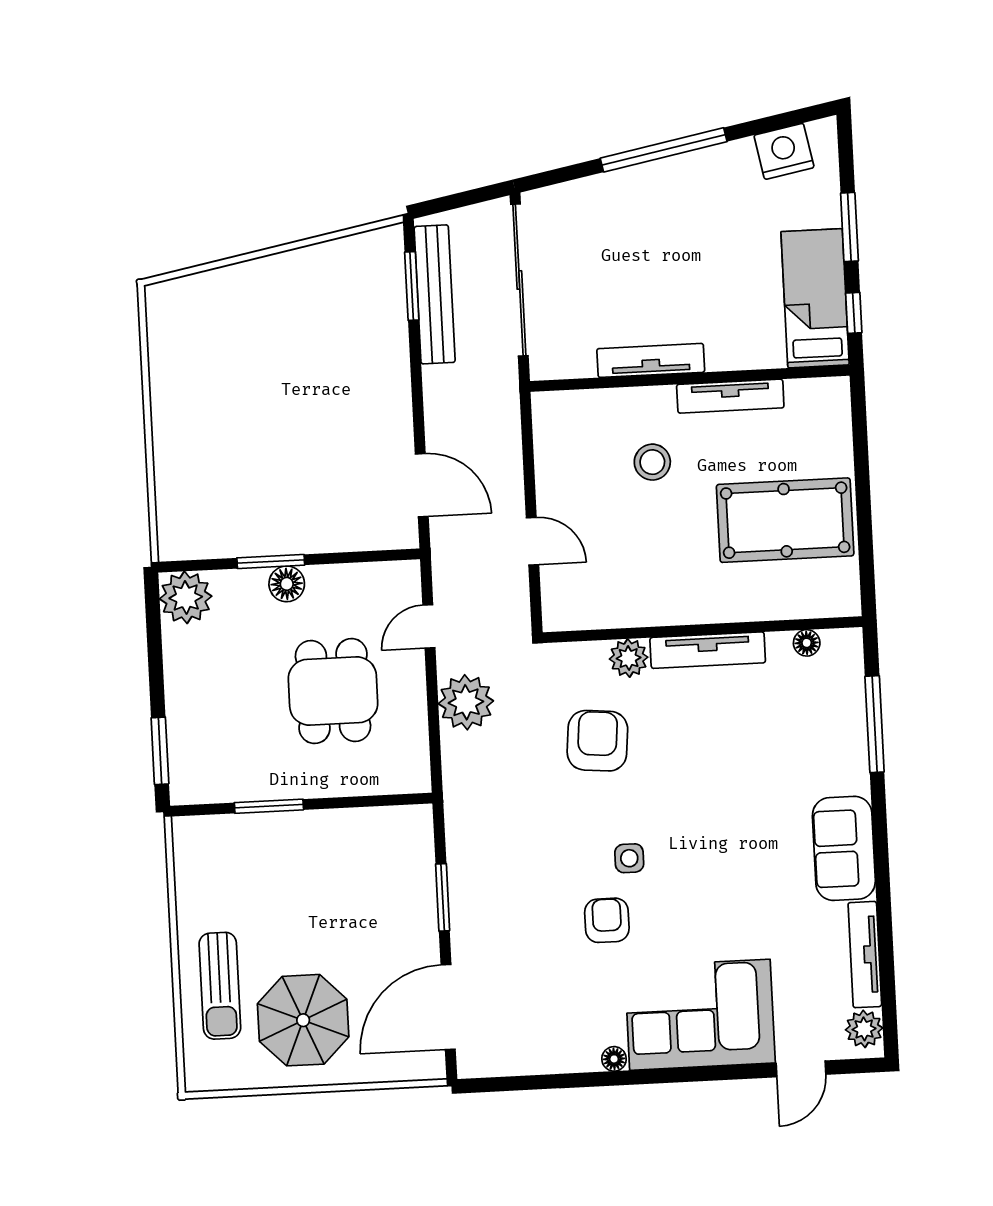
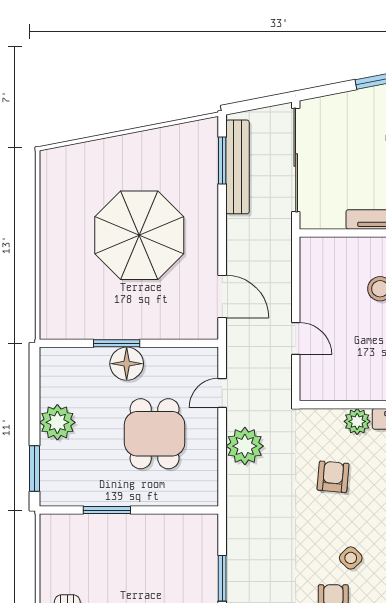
parasol: (296, 402) -> (139, 235), added
floor lamp: (287, 584) -> (127, 364), width x1.38, depth x1.38
plant: (186, 597) -> (57, 422), moved
armchair: (597, 741) -> (333, 477), width x0.72, depth x0.72
side table: (629, 858) -> (351, 558), turned 45

